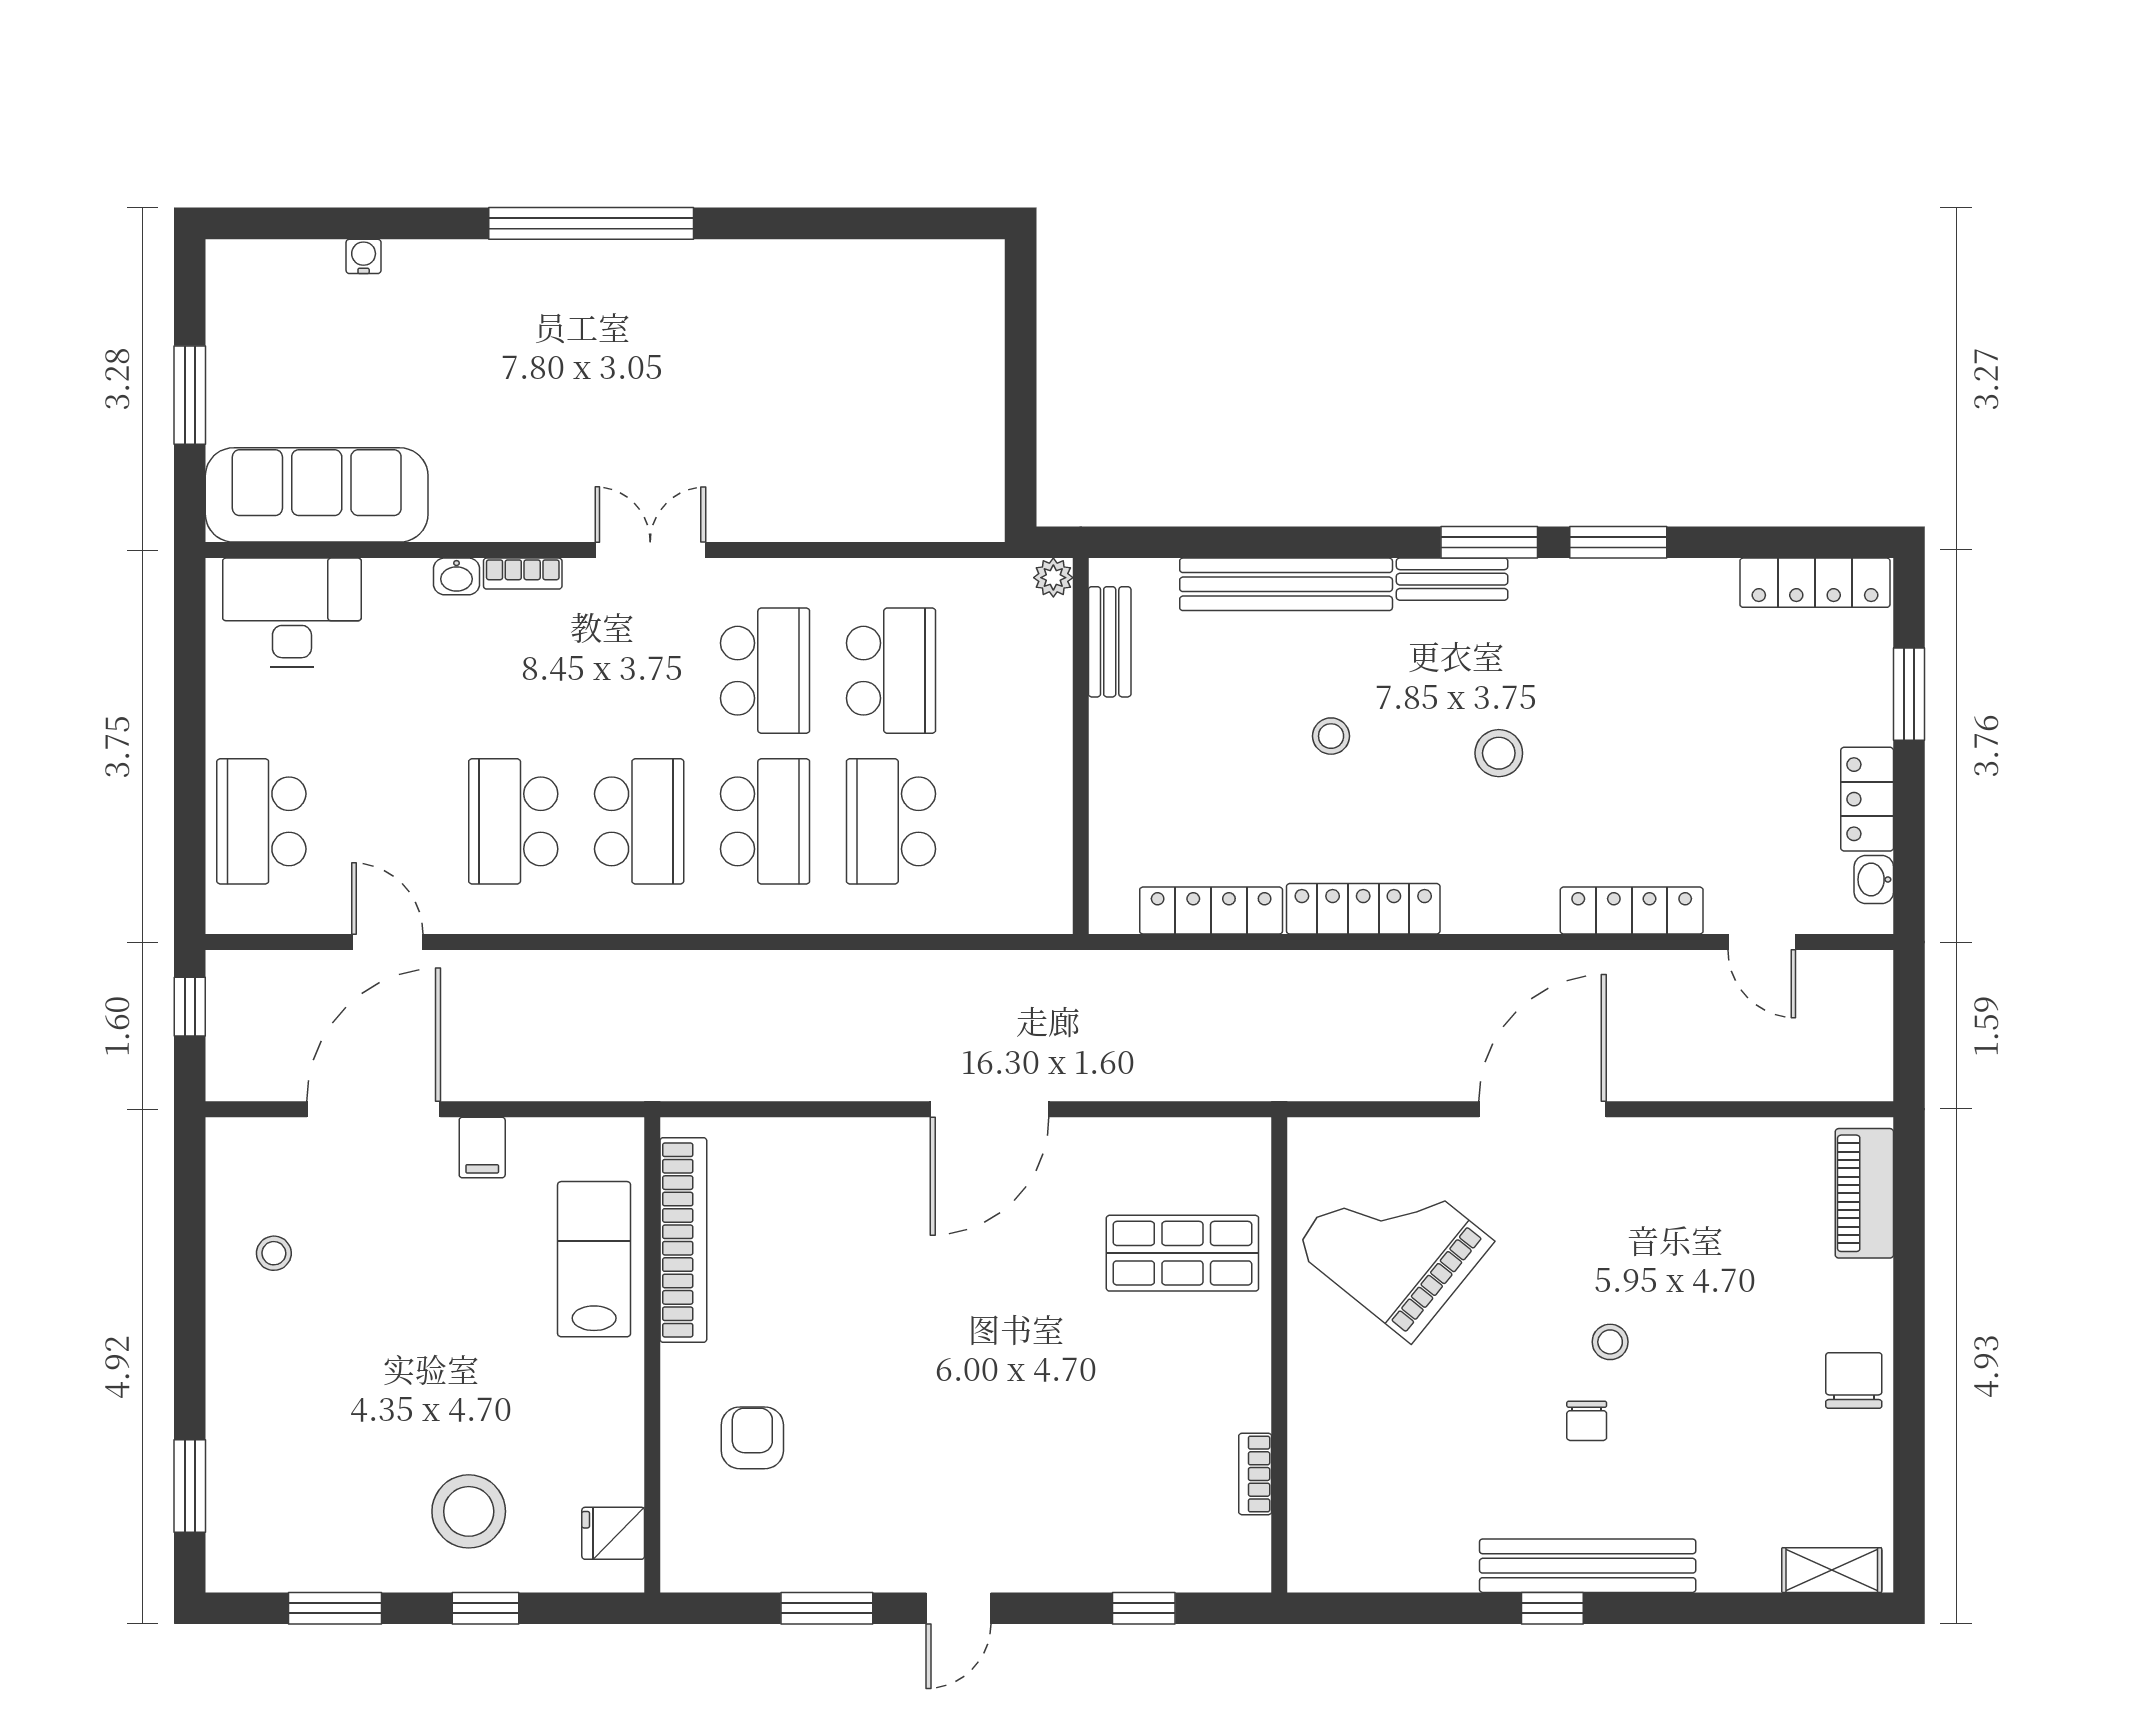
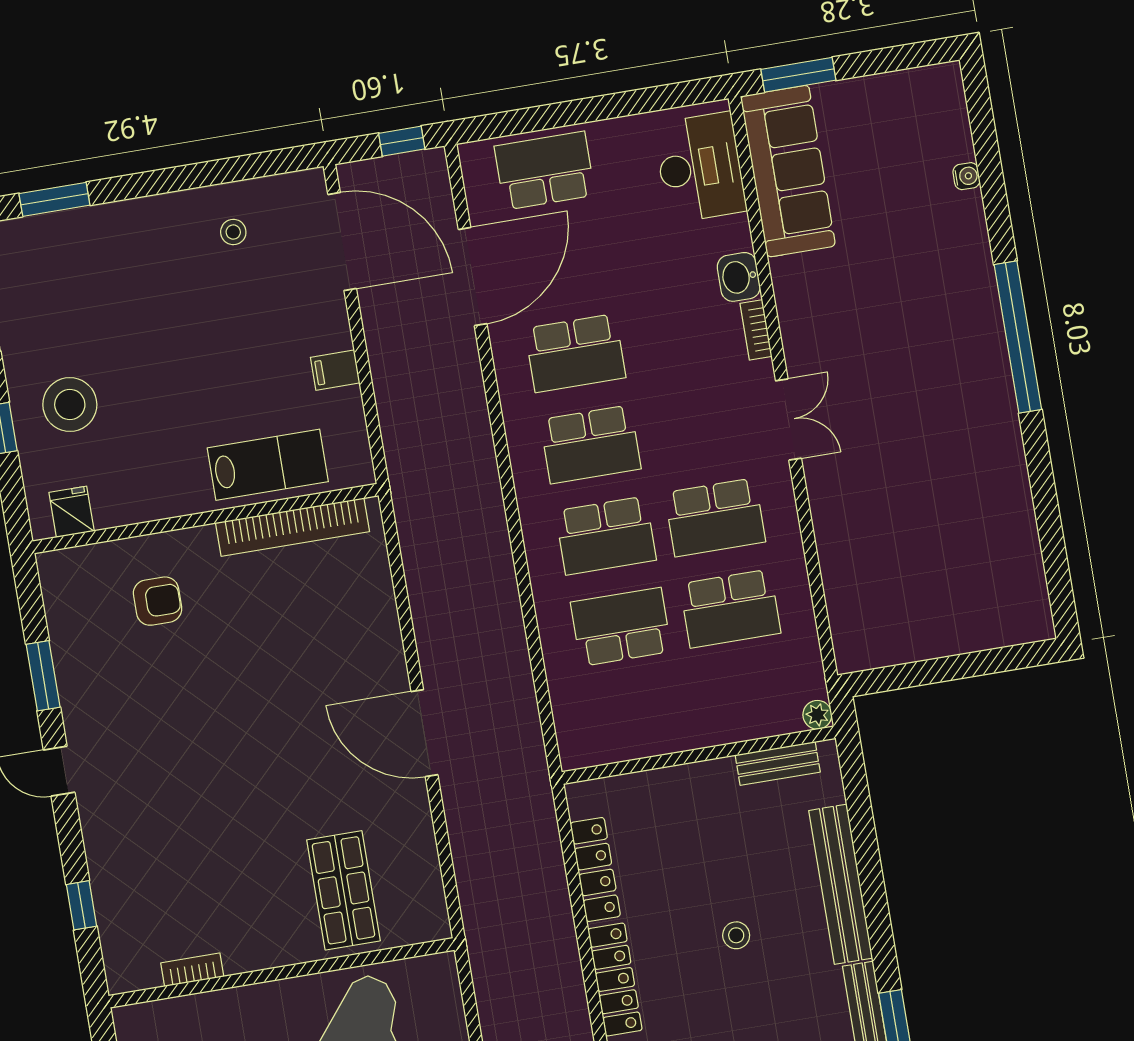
window: (190, 395) -> (798, 75), moved
washbasin: (457, 576) -> (739, 277), width x1.38, depth x1.45
school desk: (513, 821) -> (575, 353), turned 180
door: (387, 942) -> (473, 277), width x1.87
door: (374, 1109) -> (342, 242), moved

